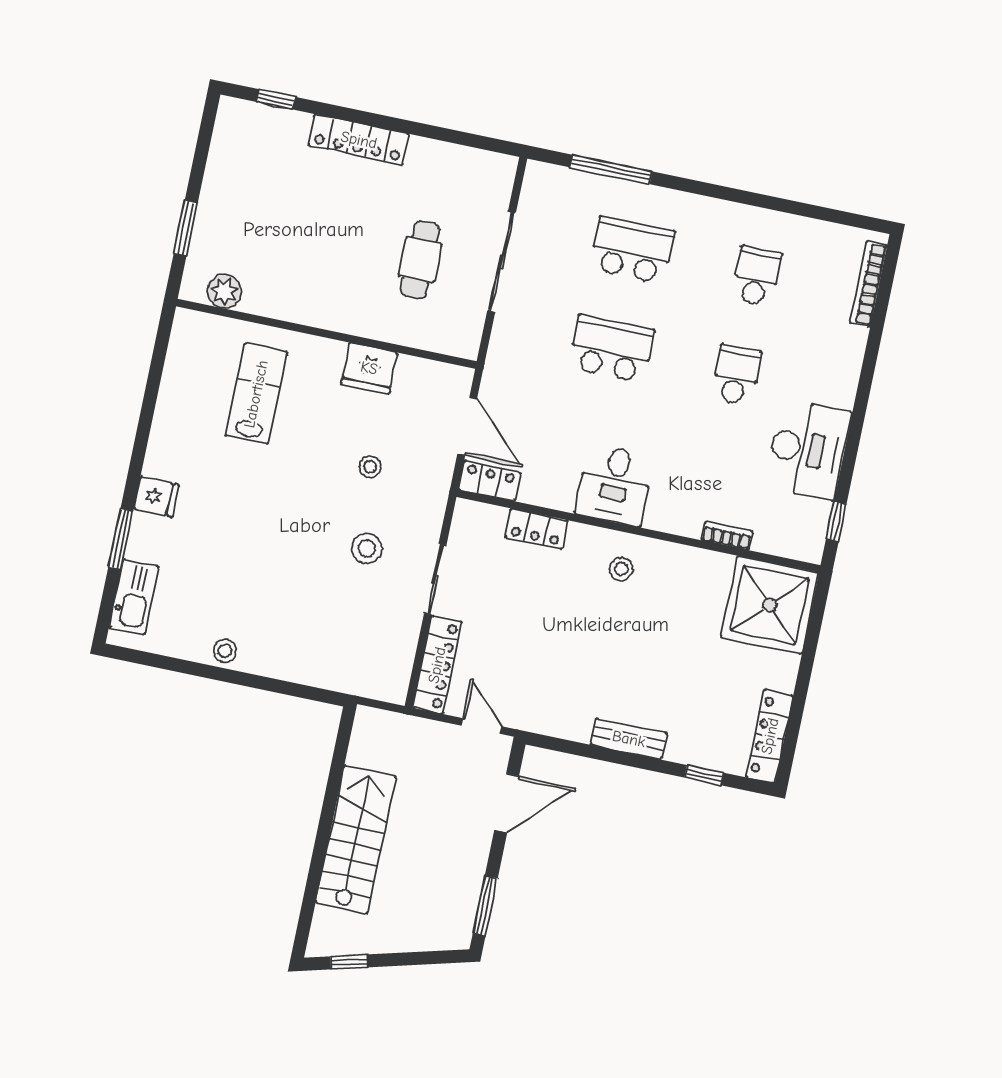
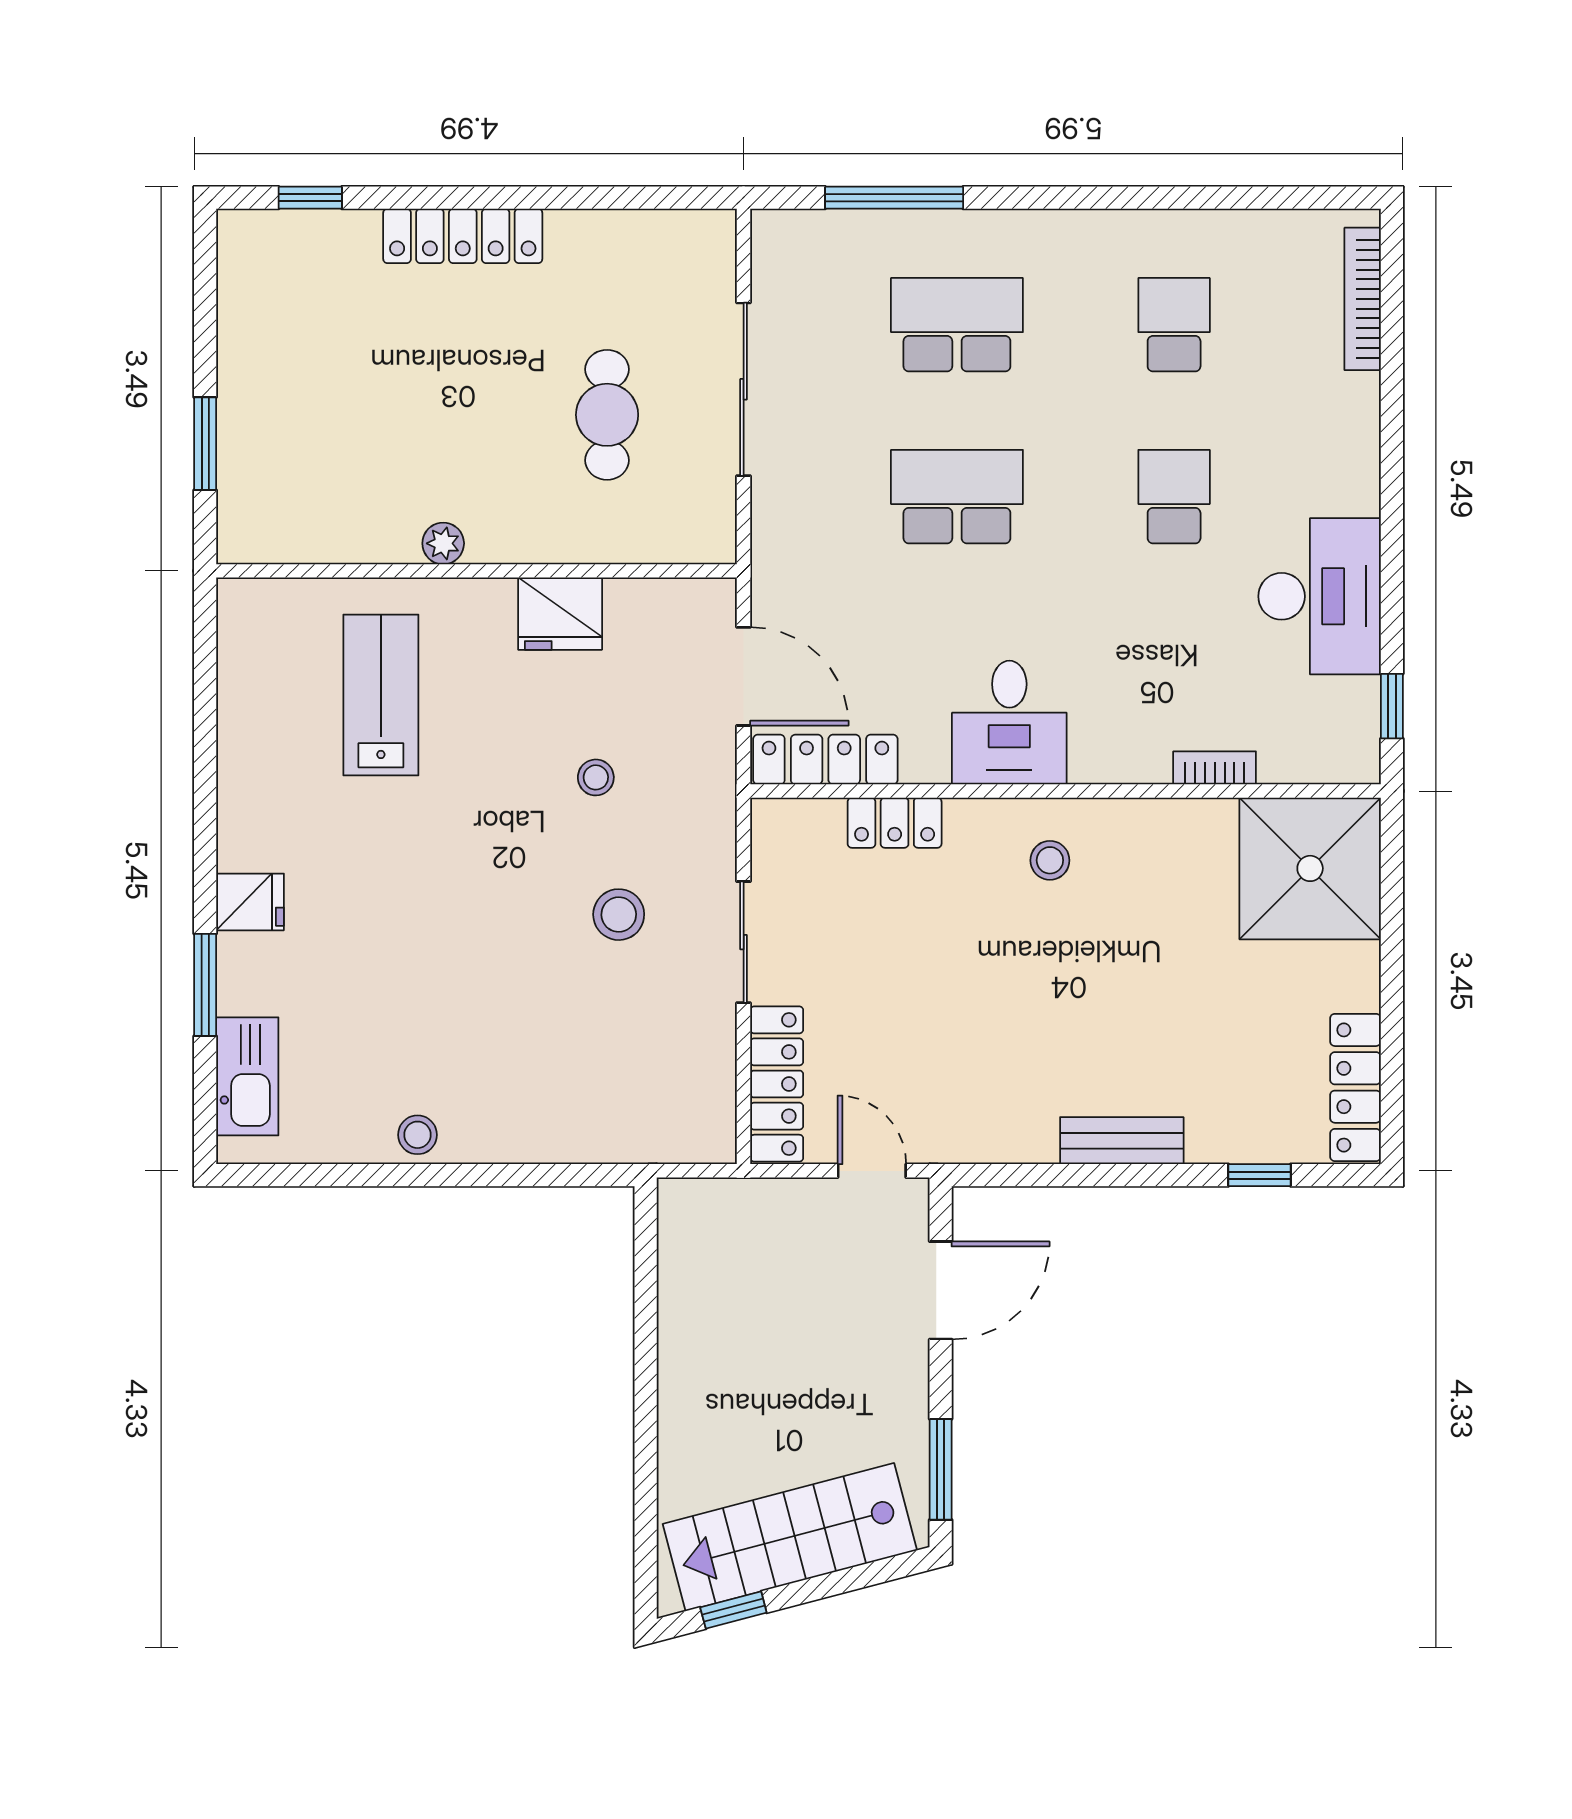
plant: (224, 291) -> (443, 543), moved, width x0.73, depth x0.73
locker: (489, 481) -> (825, 760), width x1.53
stairs: (356, 839) -> (790, 1537), moved, turned -105

